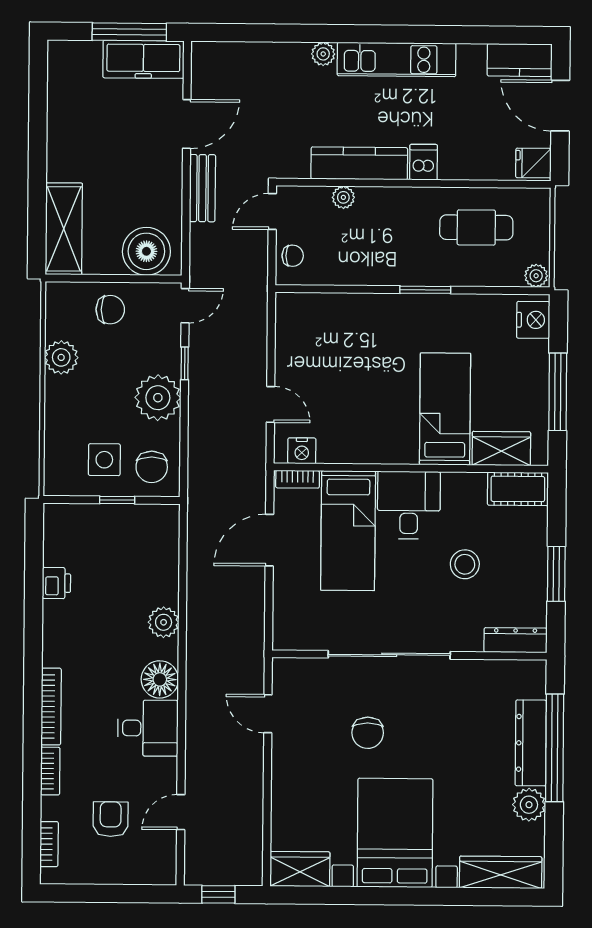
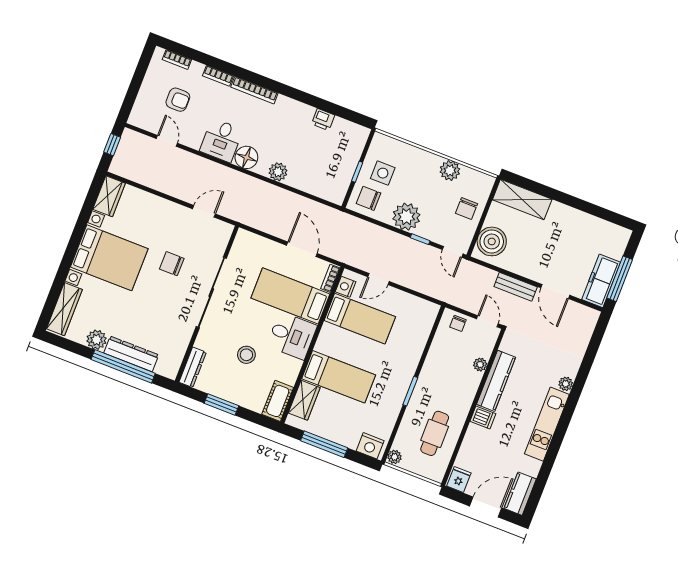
bed: (343, 410) -> (360, 319), added

